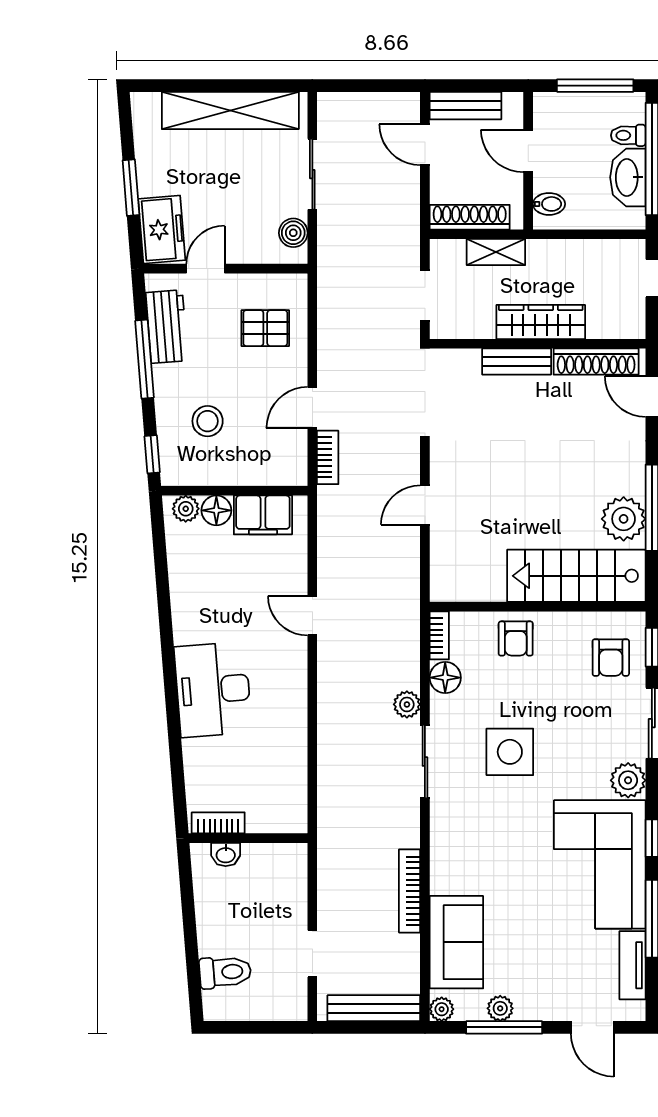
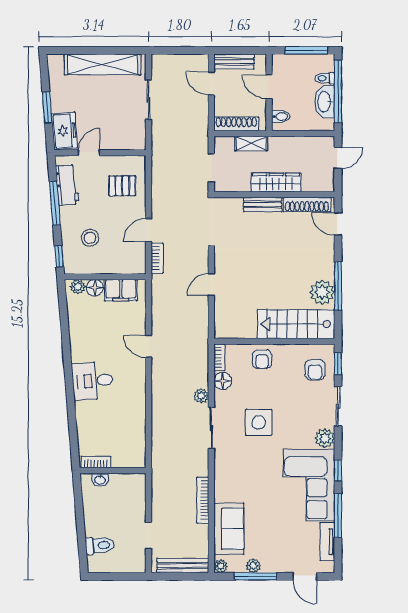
boiler: (293, 233) -> (138, 133), removed
desk: (213, 690) -> (93, 381), width x0.73

